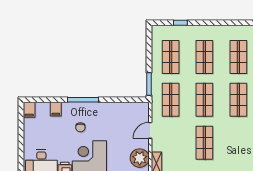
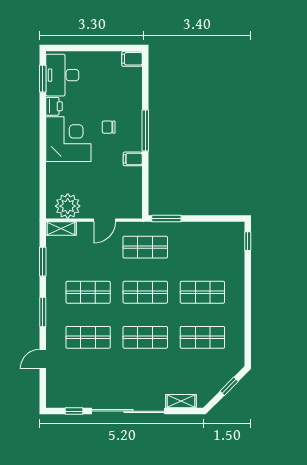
window: (180, 23) -> (248, 241), moved
shop shelf: (171, 57) -> (88, 337), moved
filing cabinet: (56, 109) -> (133, 159), moved
door: (150, 130) -> (105, 220), swing flipped

